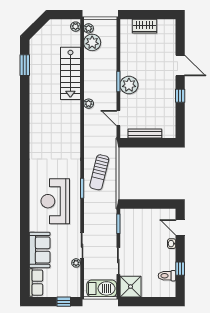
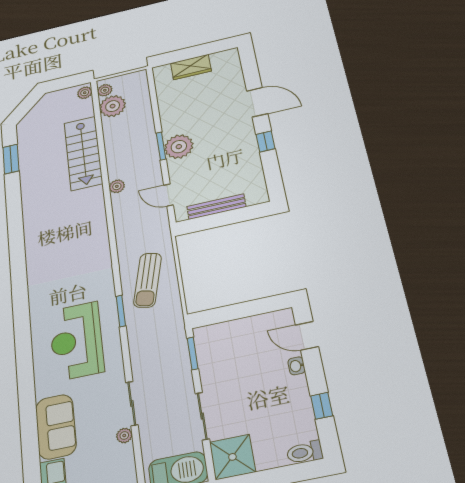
toilet: (167, 276) -> (305, 452), moved

